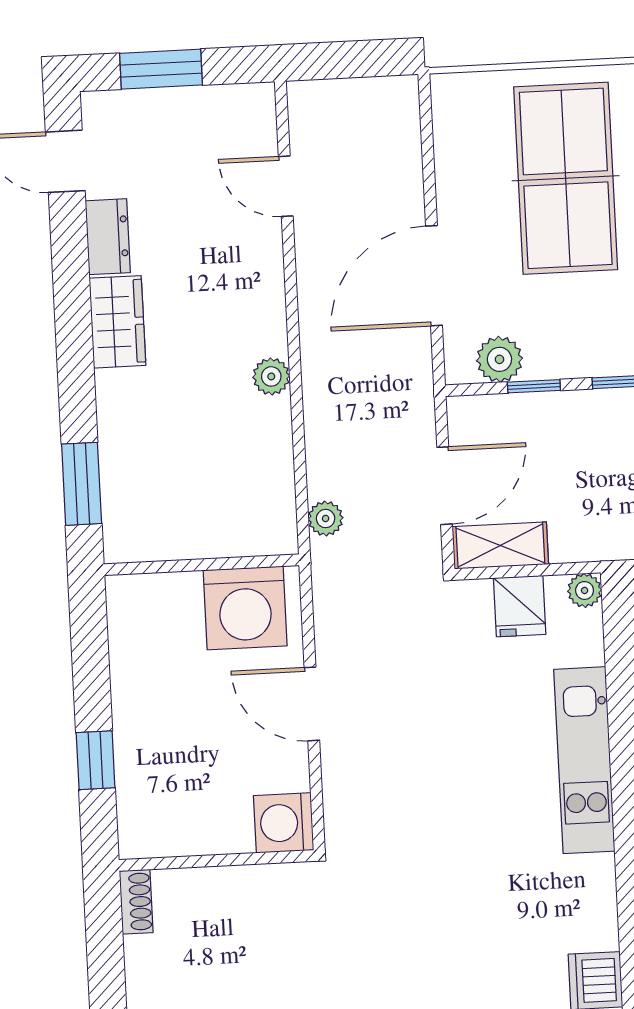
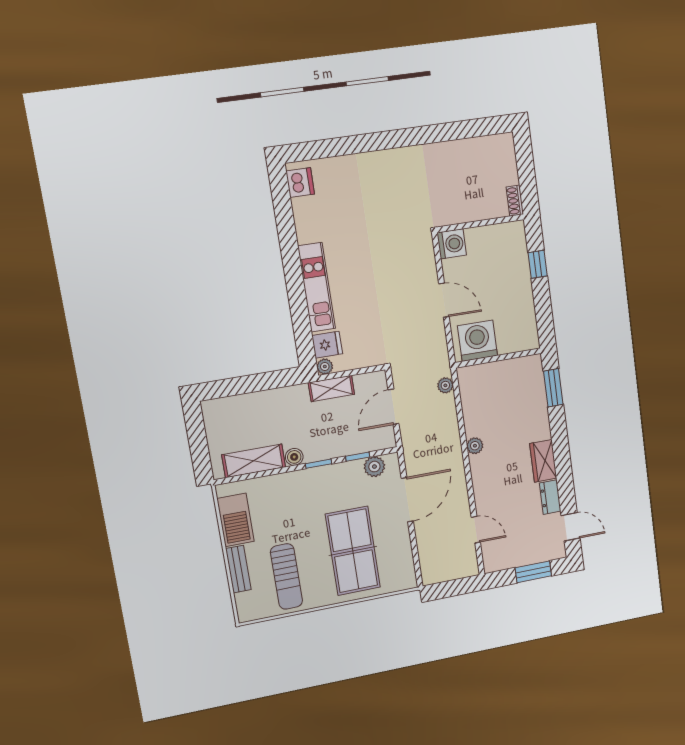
shelving: (500, 545) -> (331, 388), moved
fridge: (520, 606) -> (327, 345), moved, turned 90

